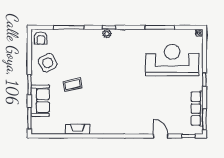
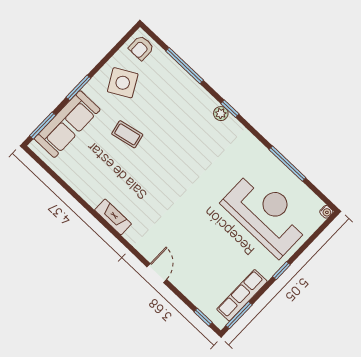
sofa: (40, 101) -> (67, 124), width x1.36
fireplace: (78, 129) -> (113, 217), moved
door: (161, 136) -> (157, 273), moved

